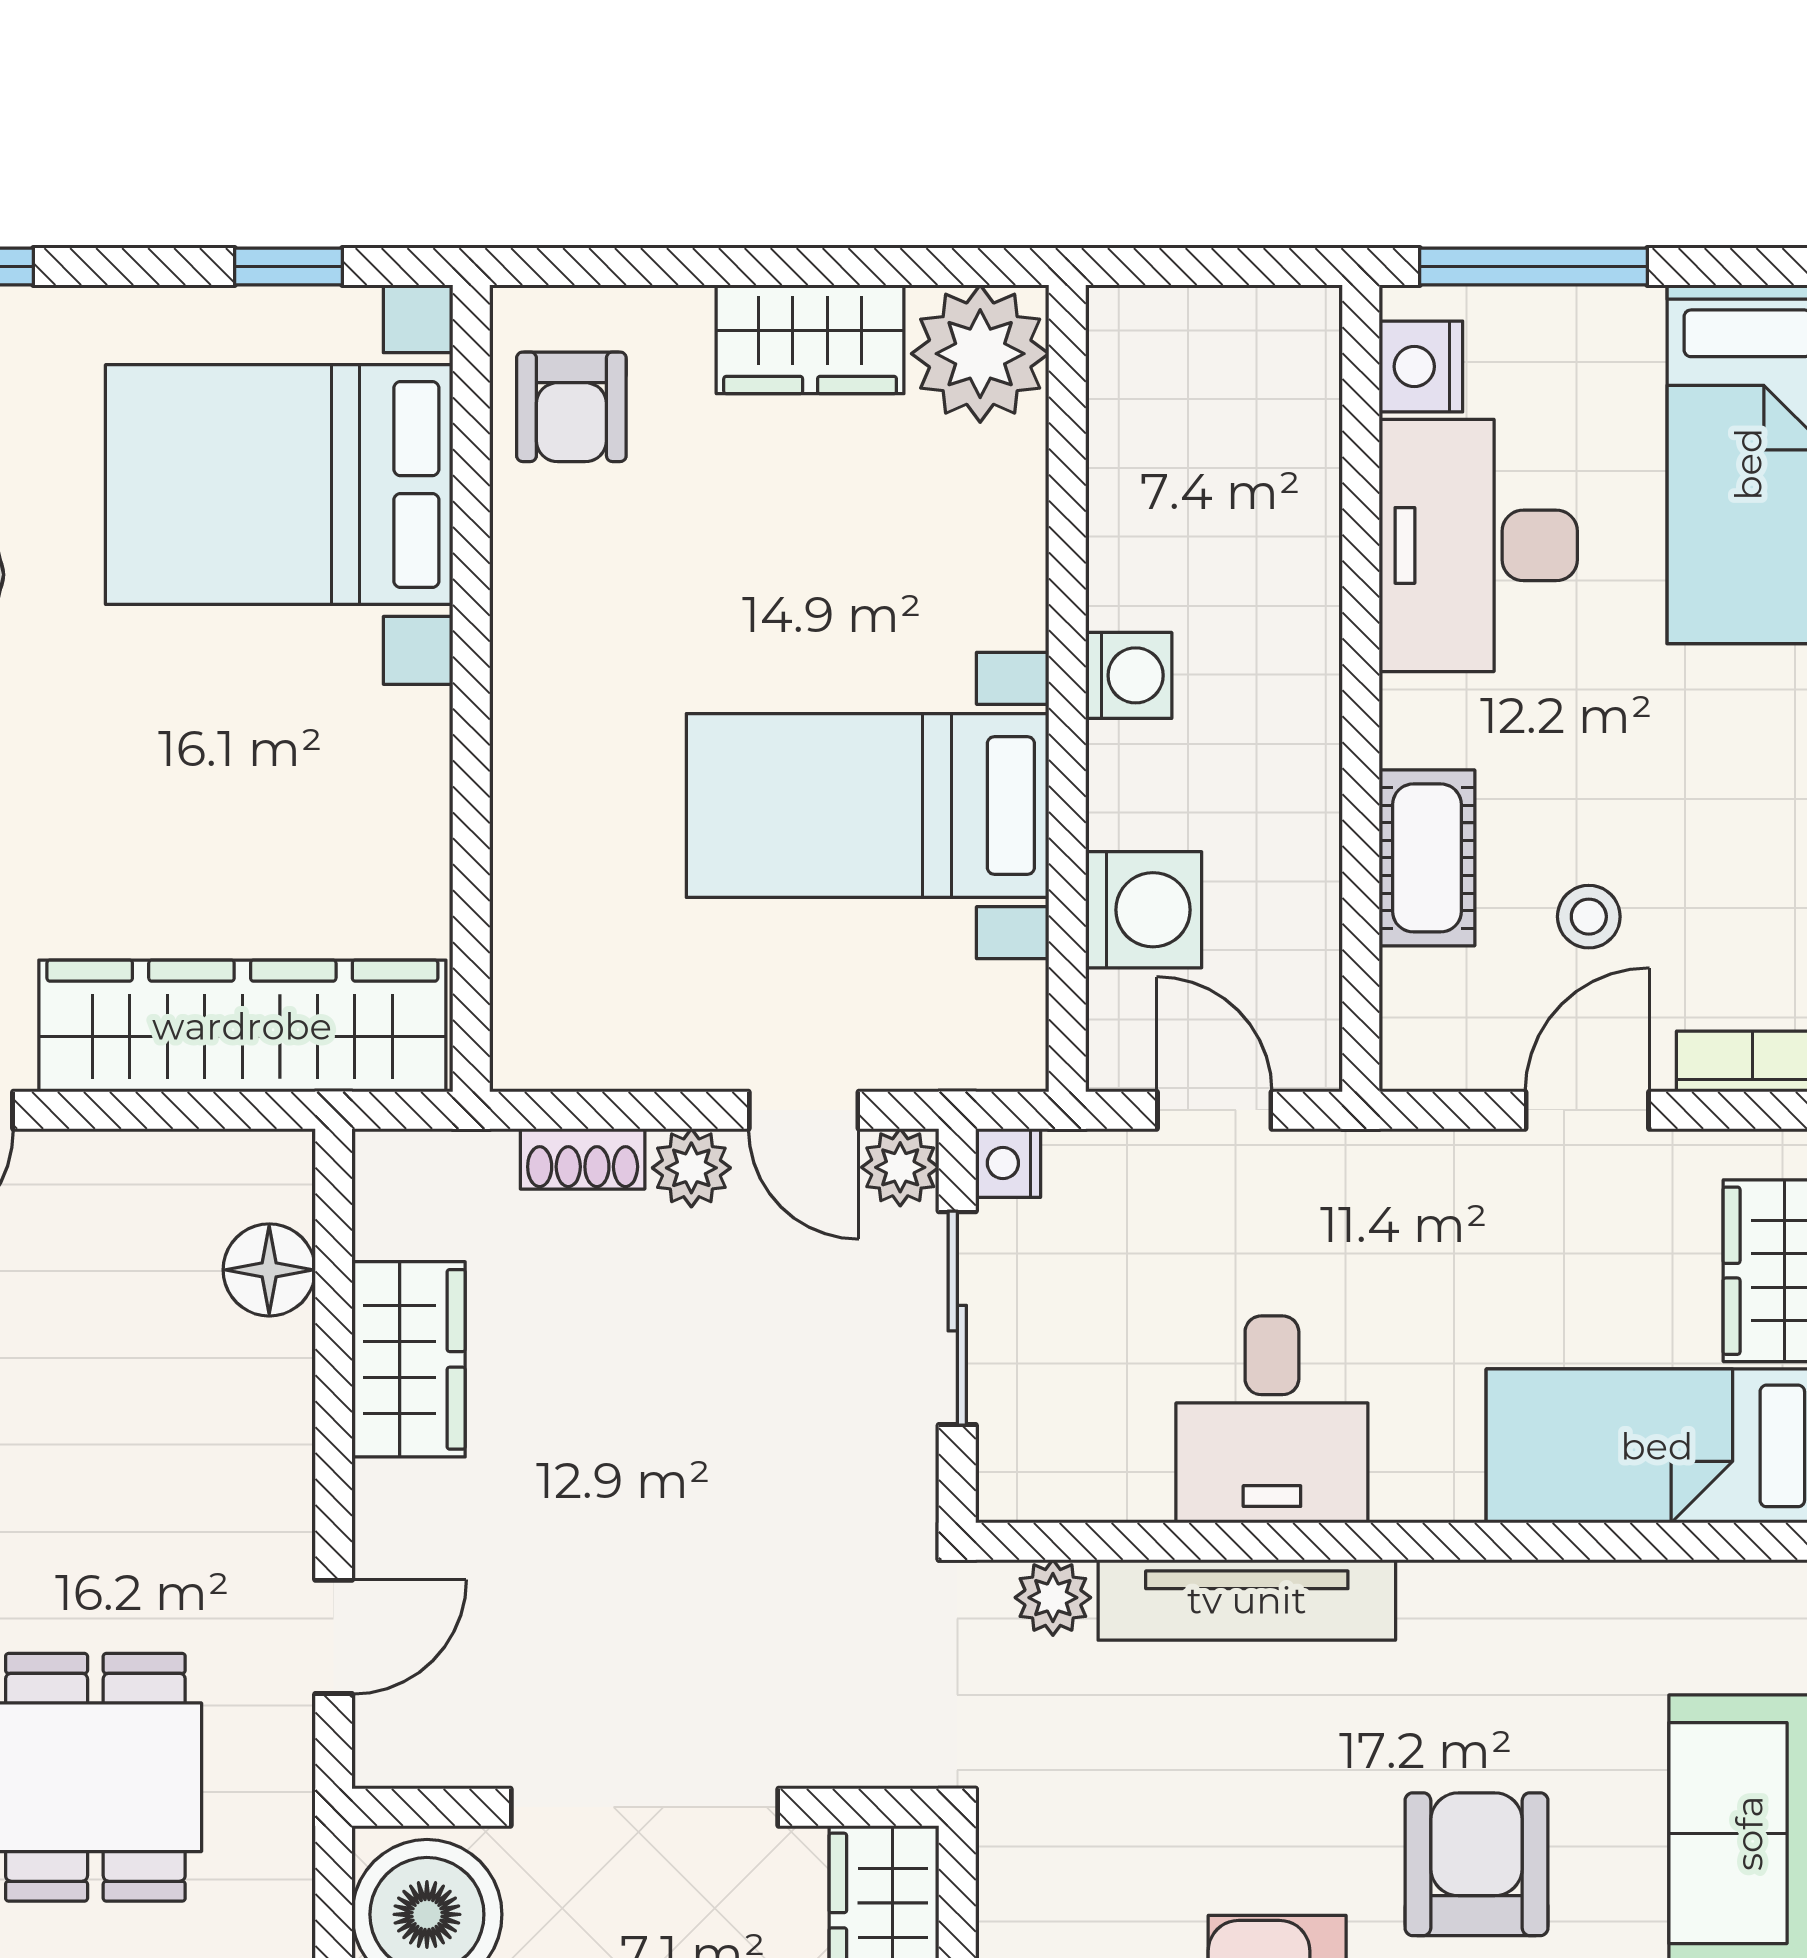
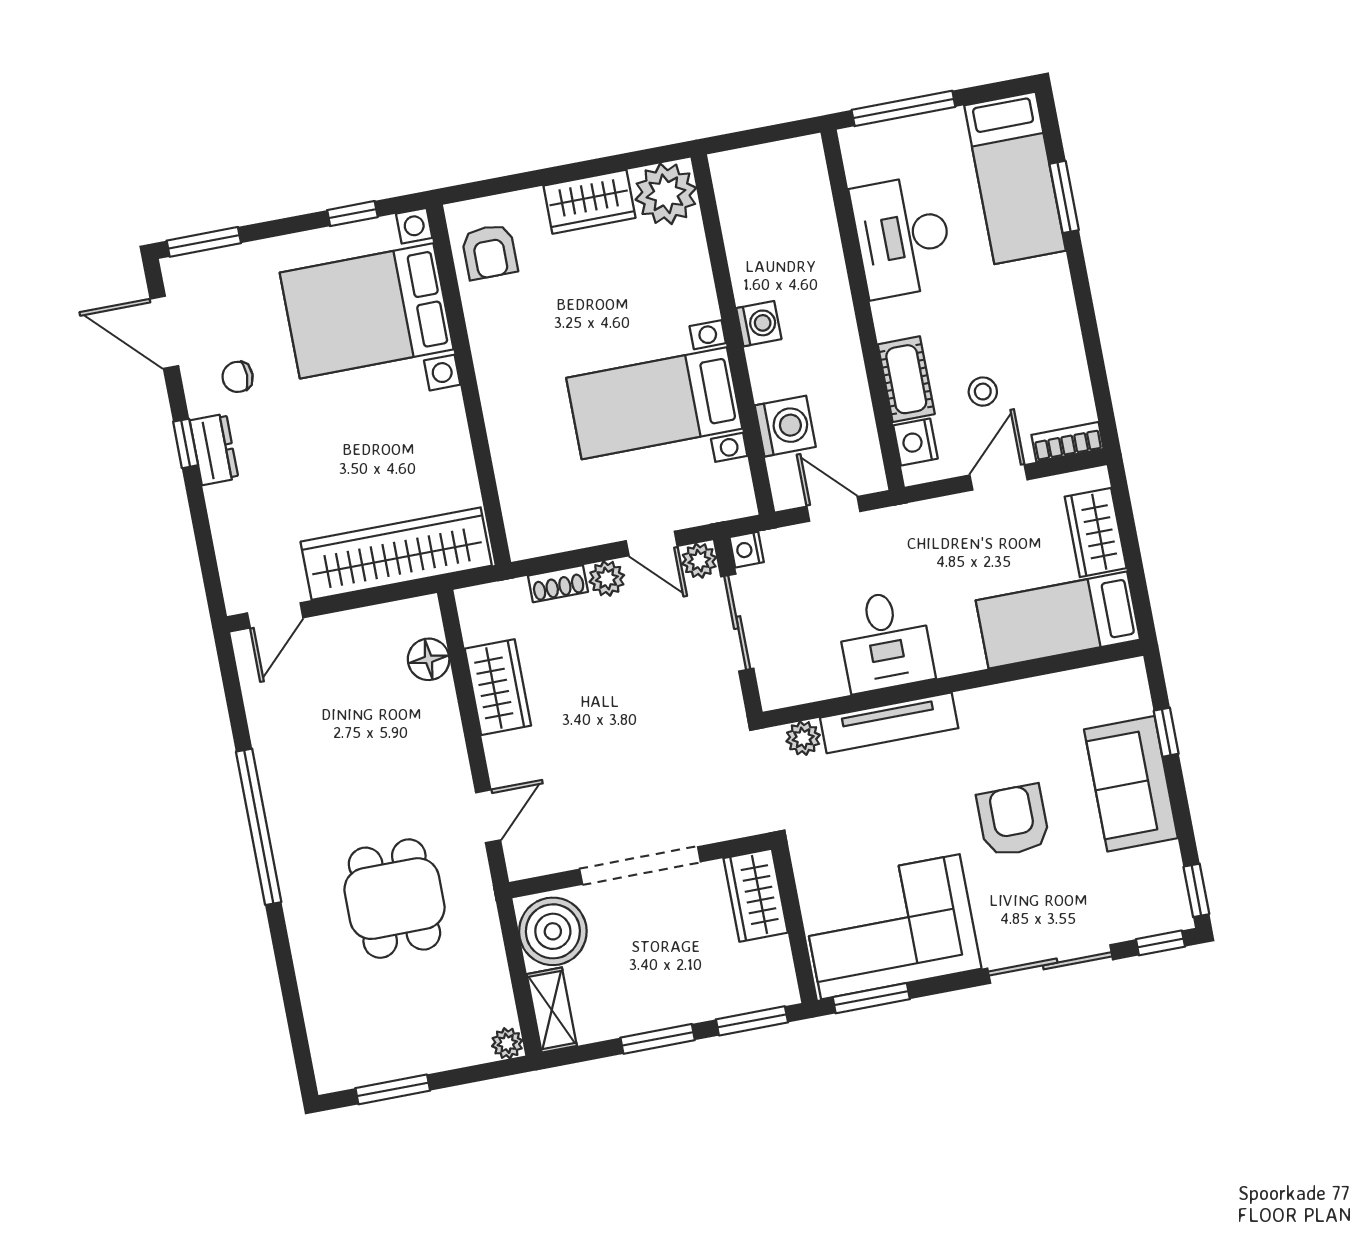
nightstand: (1421, 367) -> (915, 442), moved

